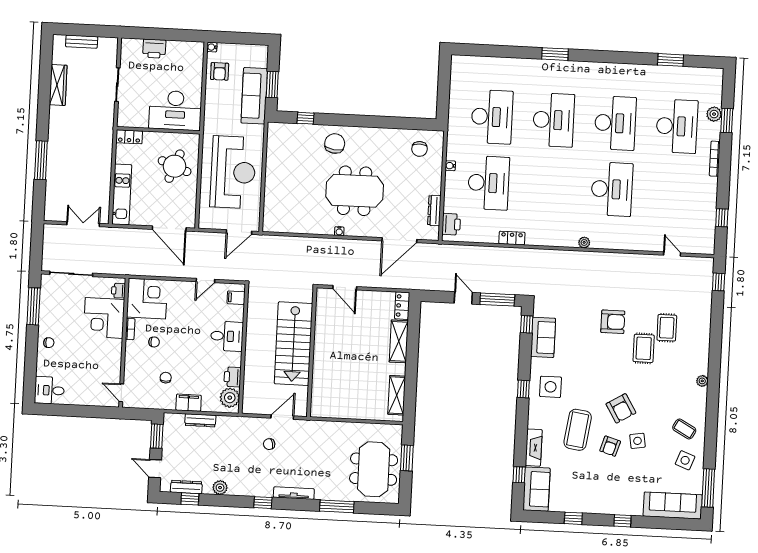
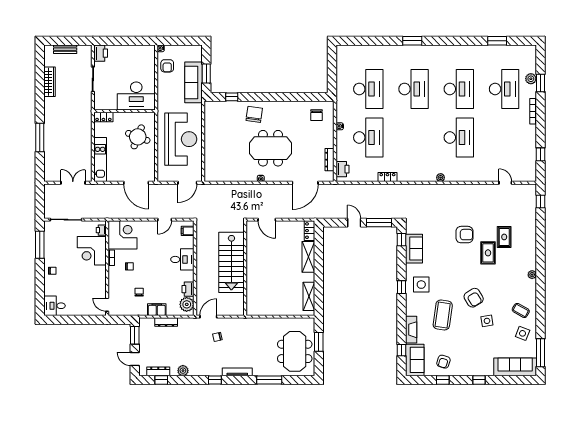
printer: (154, 49) -> (101, 53), moved, turned -90
door: (282, 417) -> (208, 317), moved
armchair: (610, 446) -> (443, 362), moved

